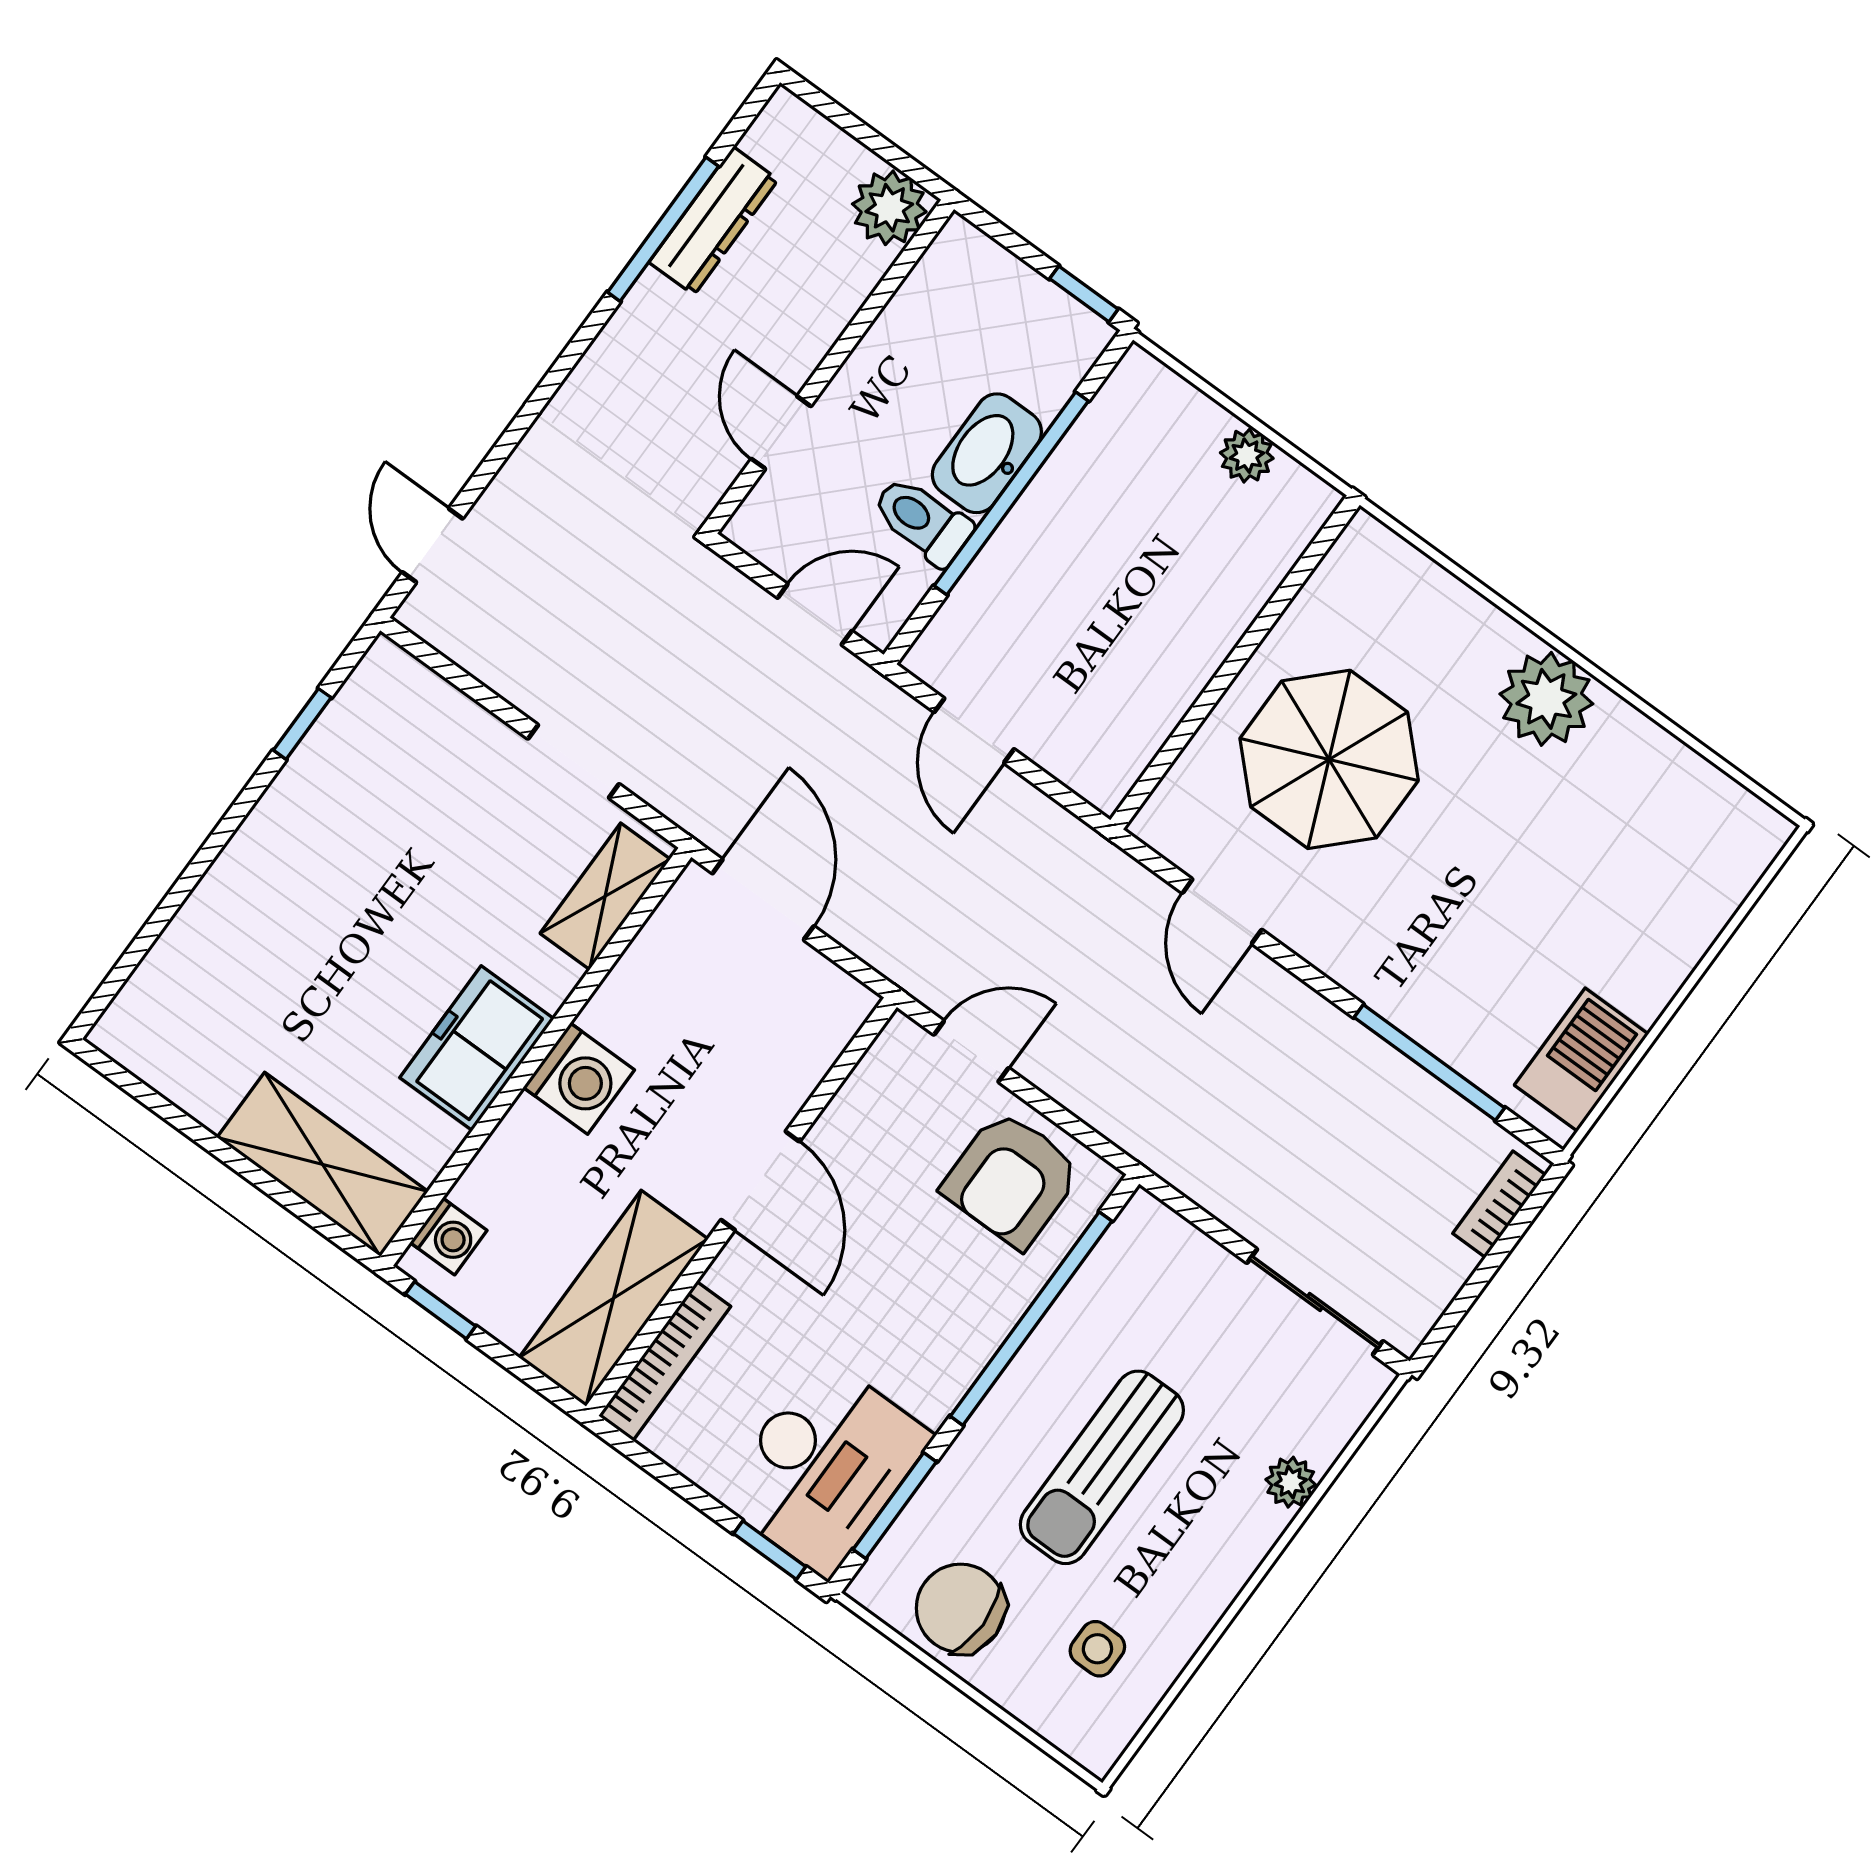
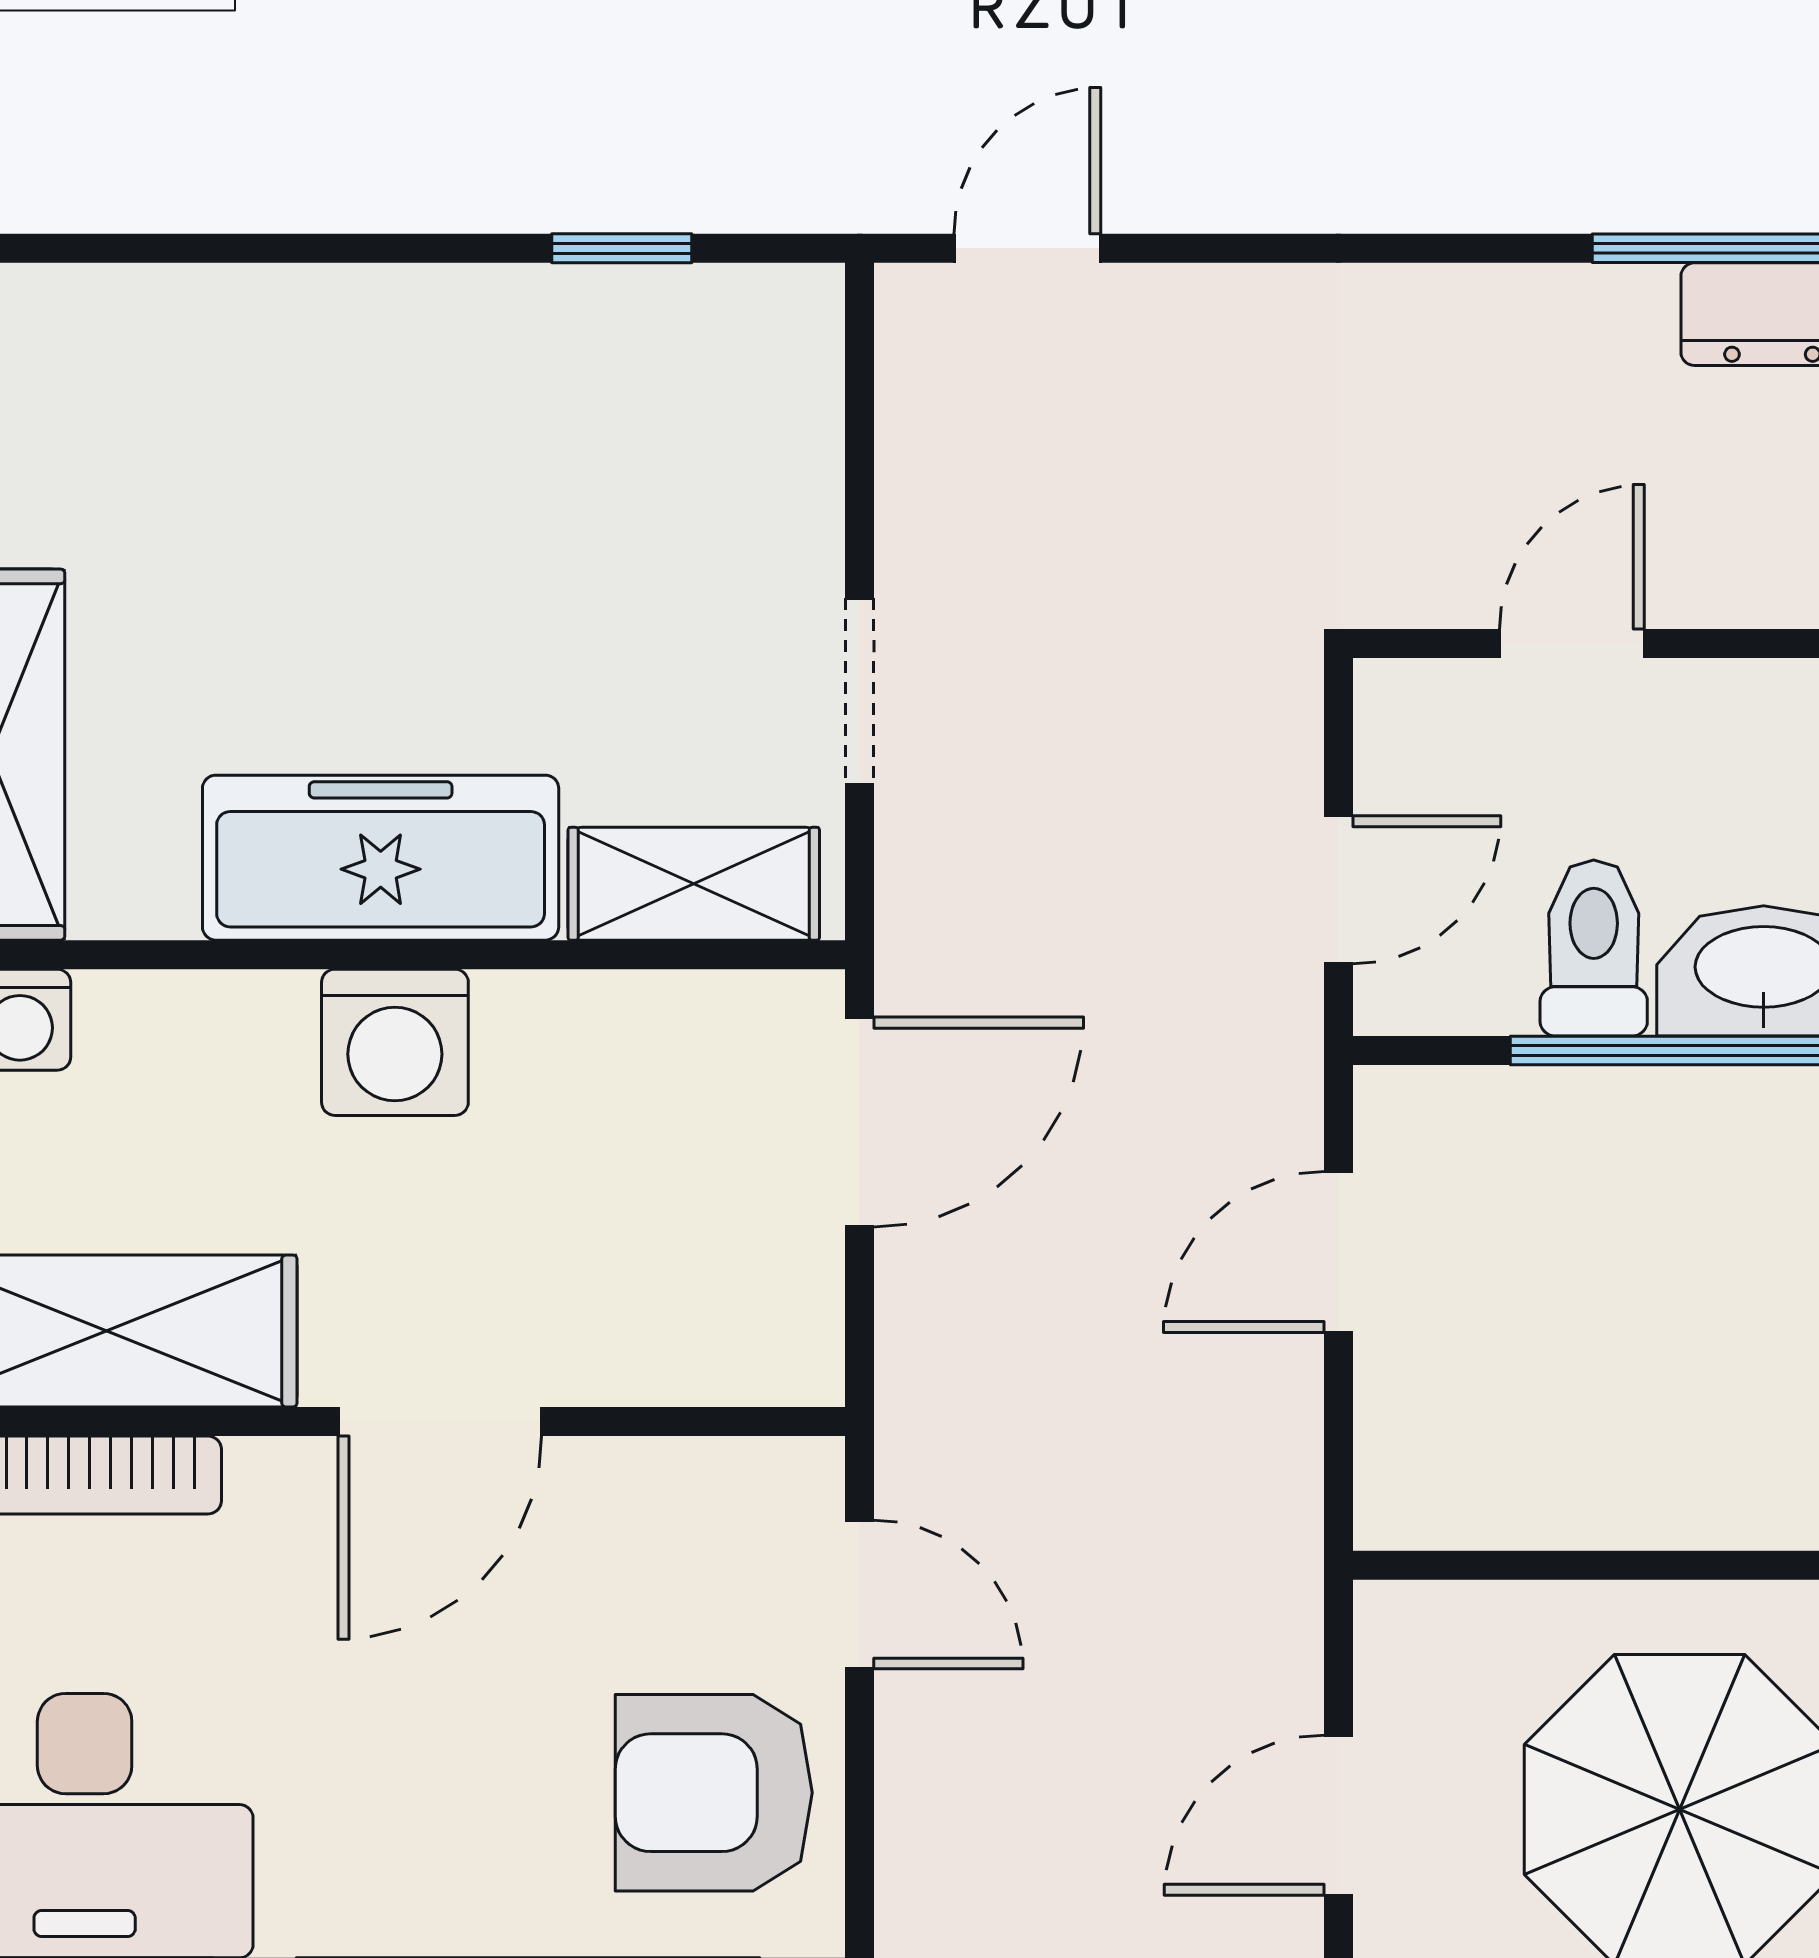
door: (815, 614) -> (1338, 890), hinge flipped
freezer: (477, 1048) -> (381, 858), width x1.40

